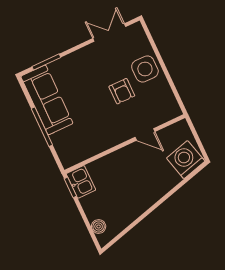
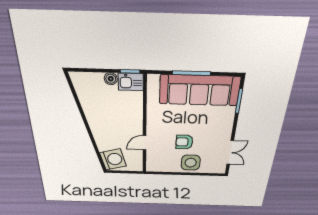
sofa: (47, 100) -> (199, 90), width x1.36, depth x1.27
boiler: (99, 226) -> (111, 79), moved

